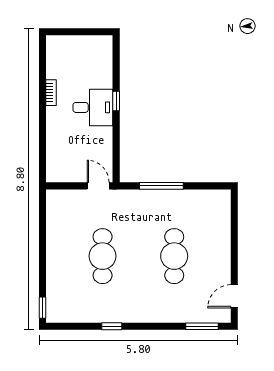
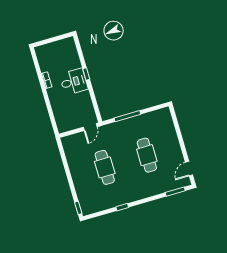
door: (98, 186) -> (90, 127), swing flipped

